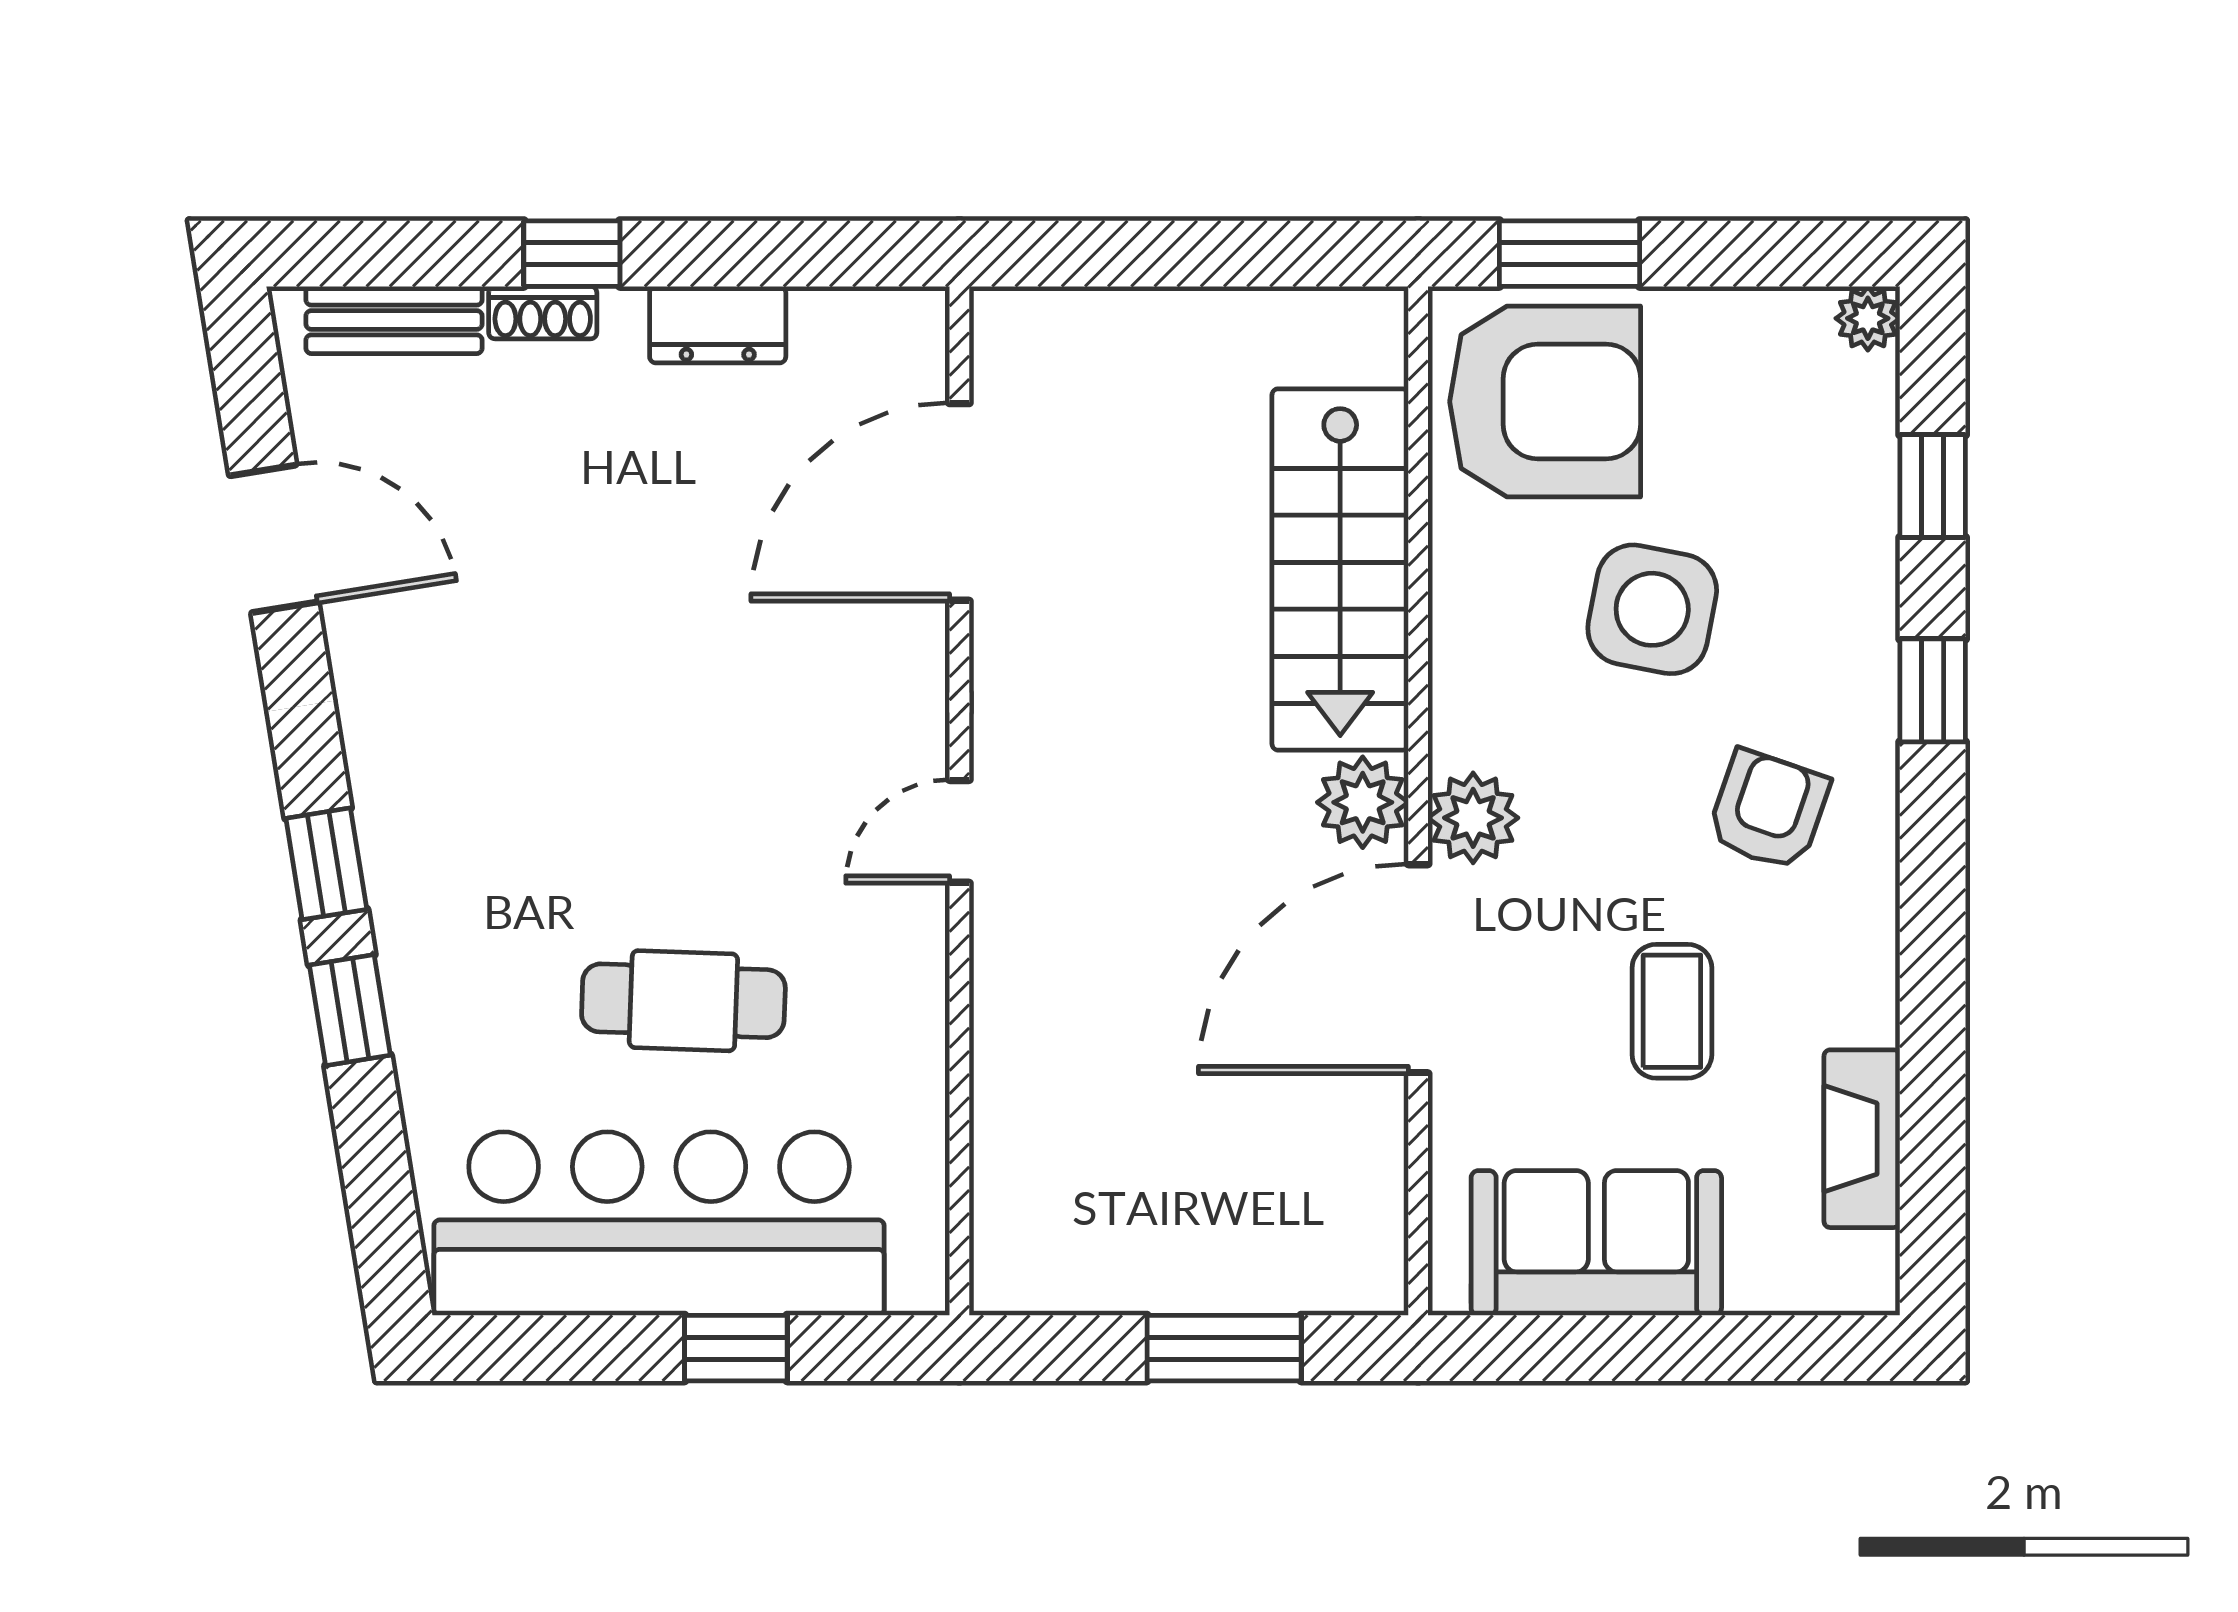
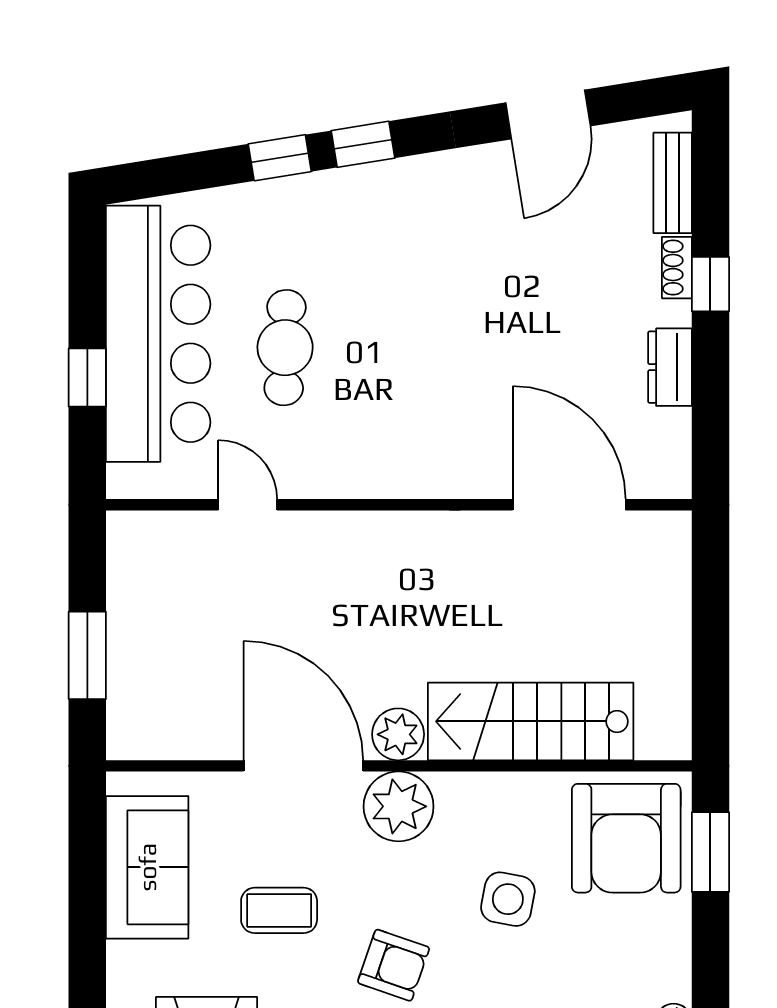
side table: (1652, 609) -> (508, 899), width x0.73, depth x0.73
plant: (1473, 818) -> (399, 806), width x1.36, depth x1.36
door: (959, 831) -> (248, 505), moved

